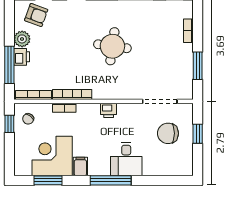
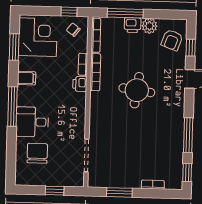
round table: (112, 46) -> (137, 90), moved
printer: (109, 110) -> (80, 84), moved
chair: (168, 133) -> (37, 153), moved
corner desk: (52, 156) -> (38, 37), moved

